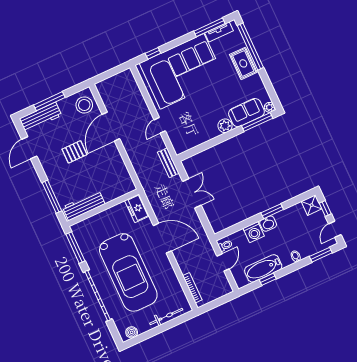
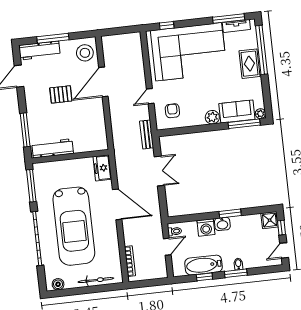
armchair: (185, 132) -> (172, 111), added
window: (321, 255) -> (236, 273), moved

